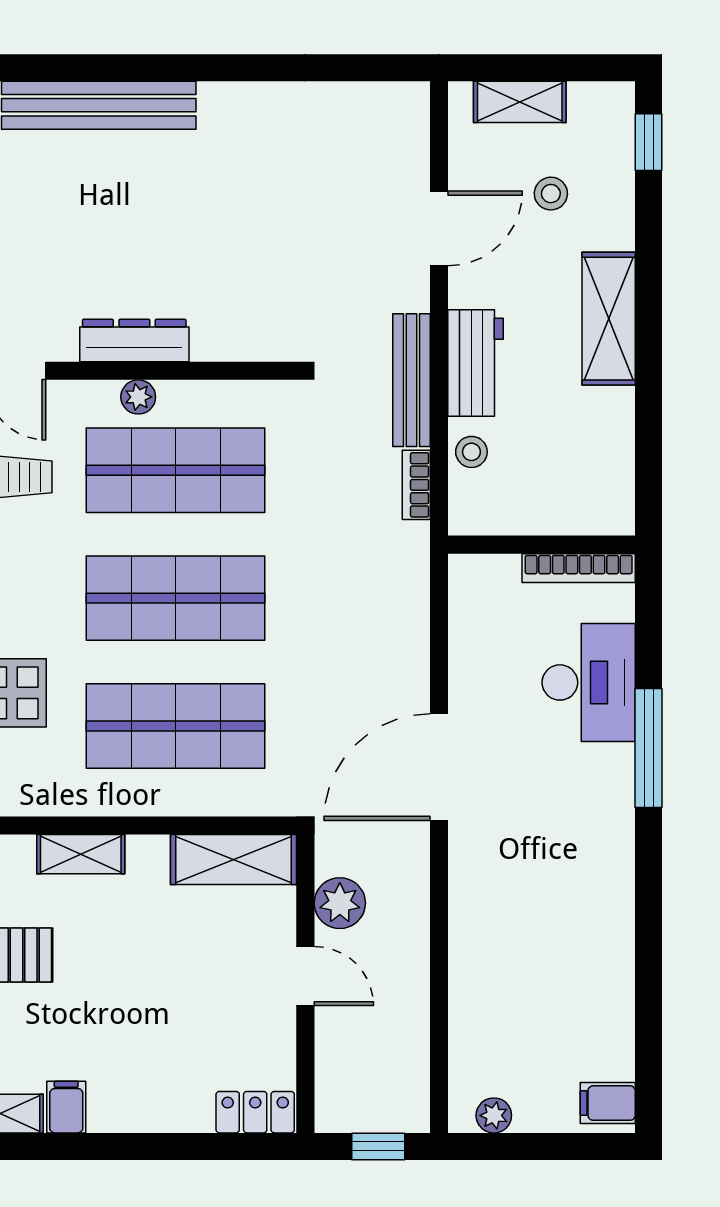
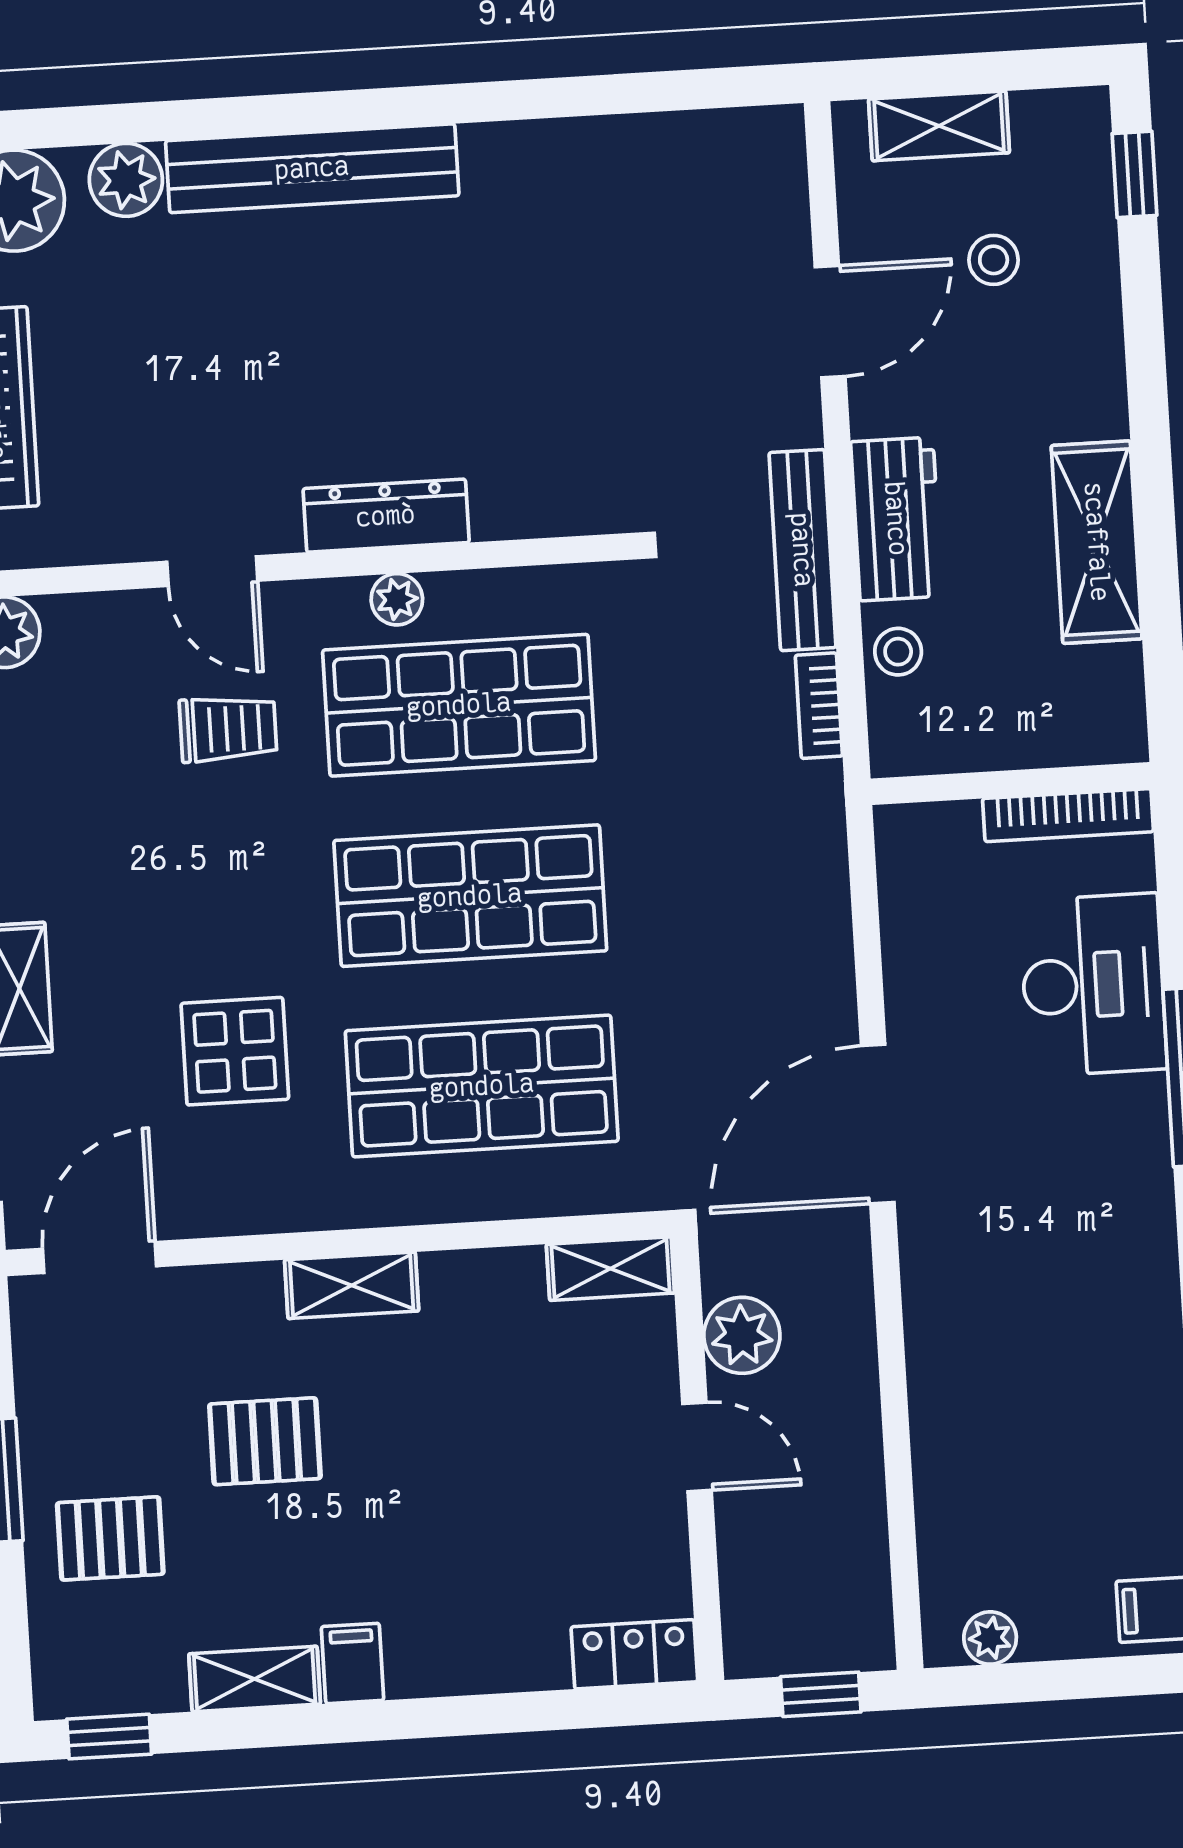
shelving: (609, 319) -> (1097, 542), moved
shelving: (234, 860) -> (610, 1269), width x0.67, depth x0.75

